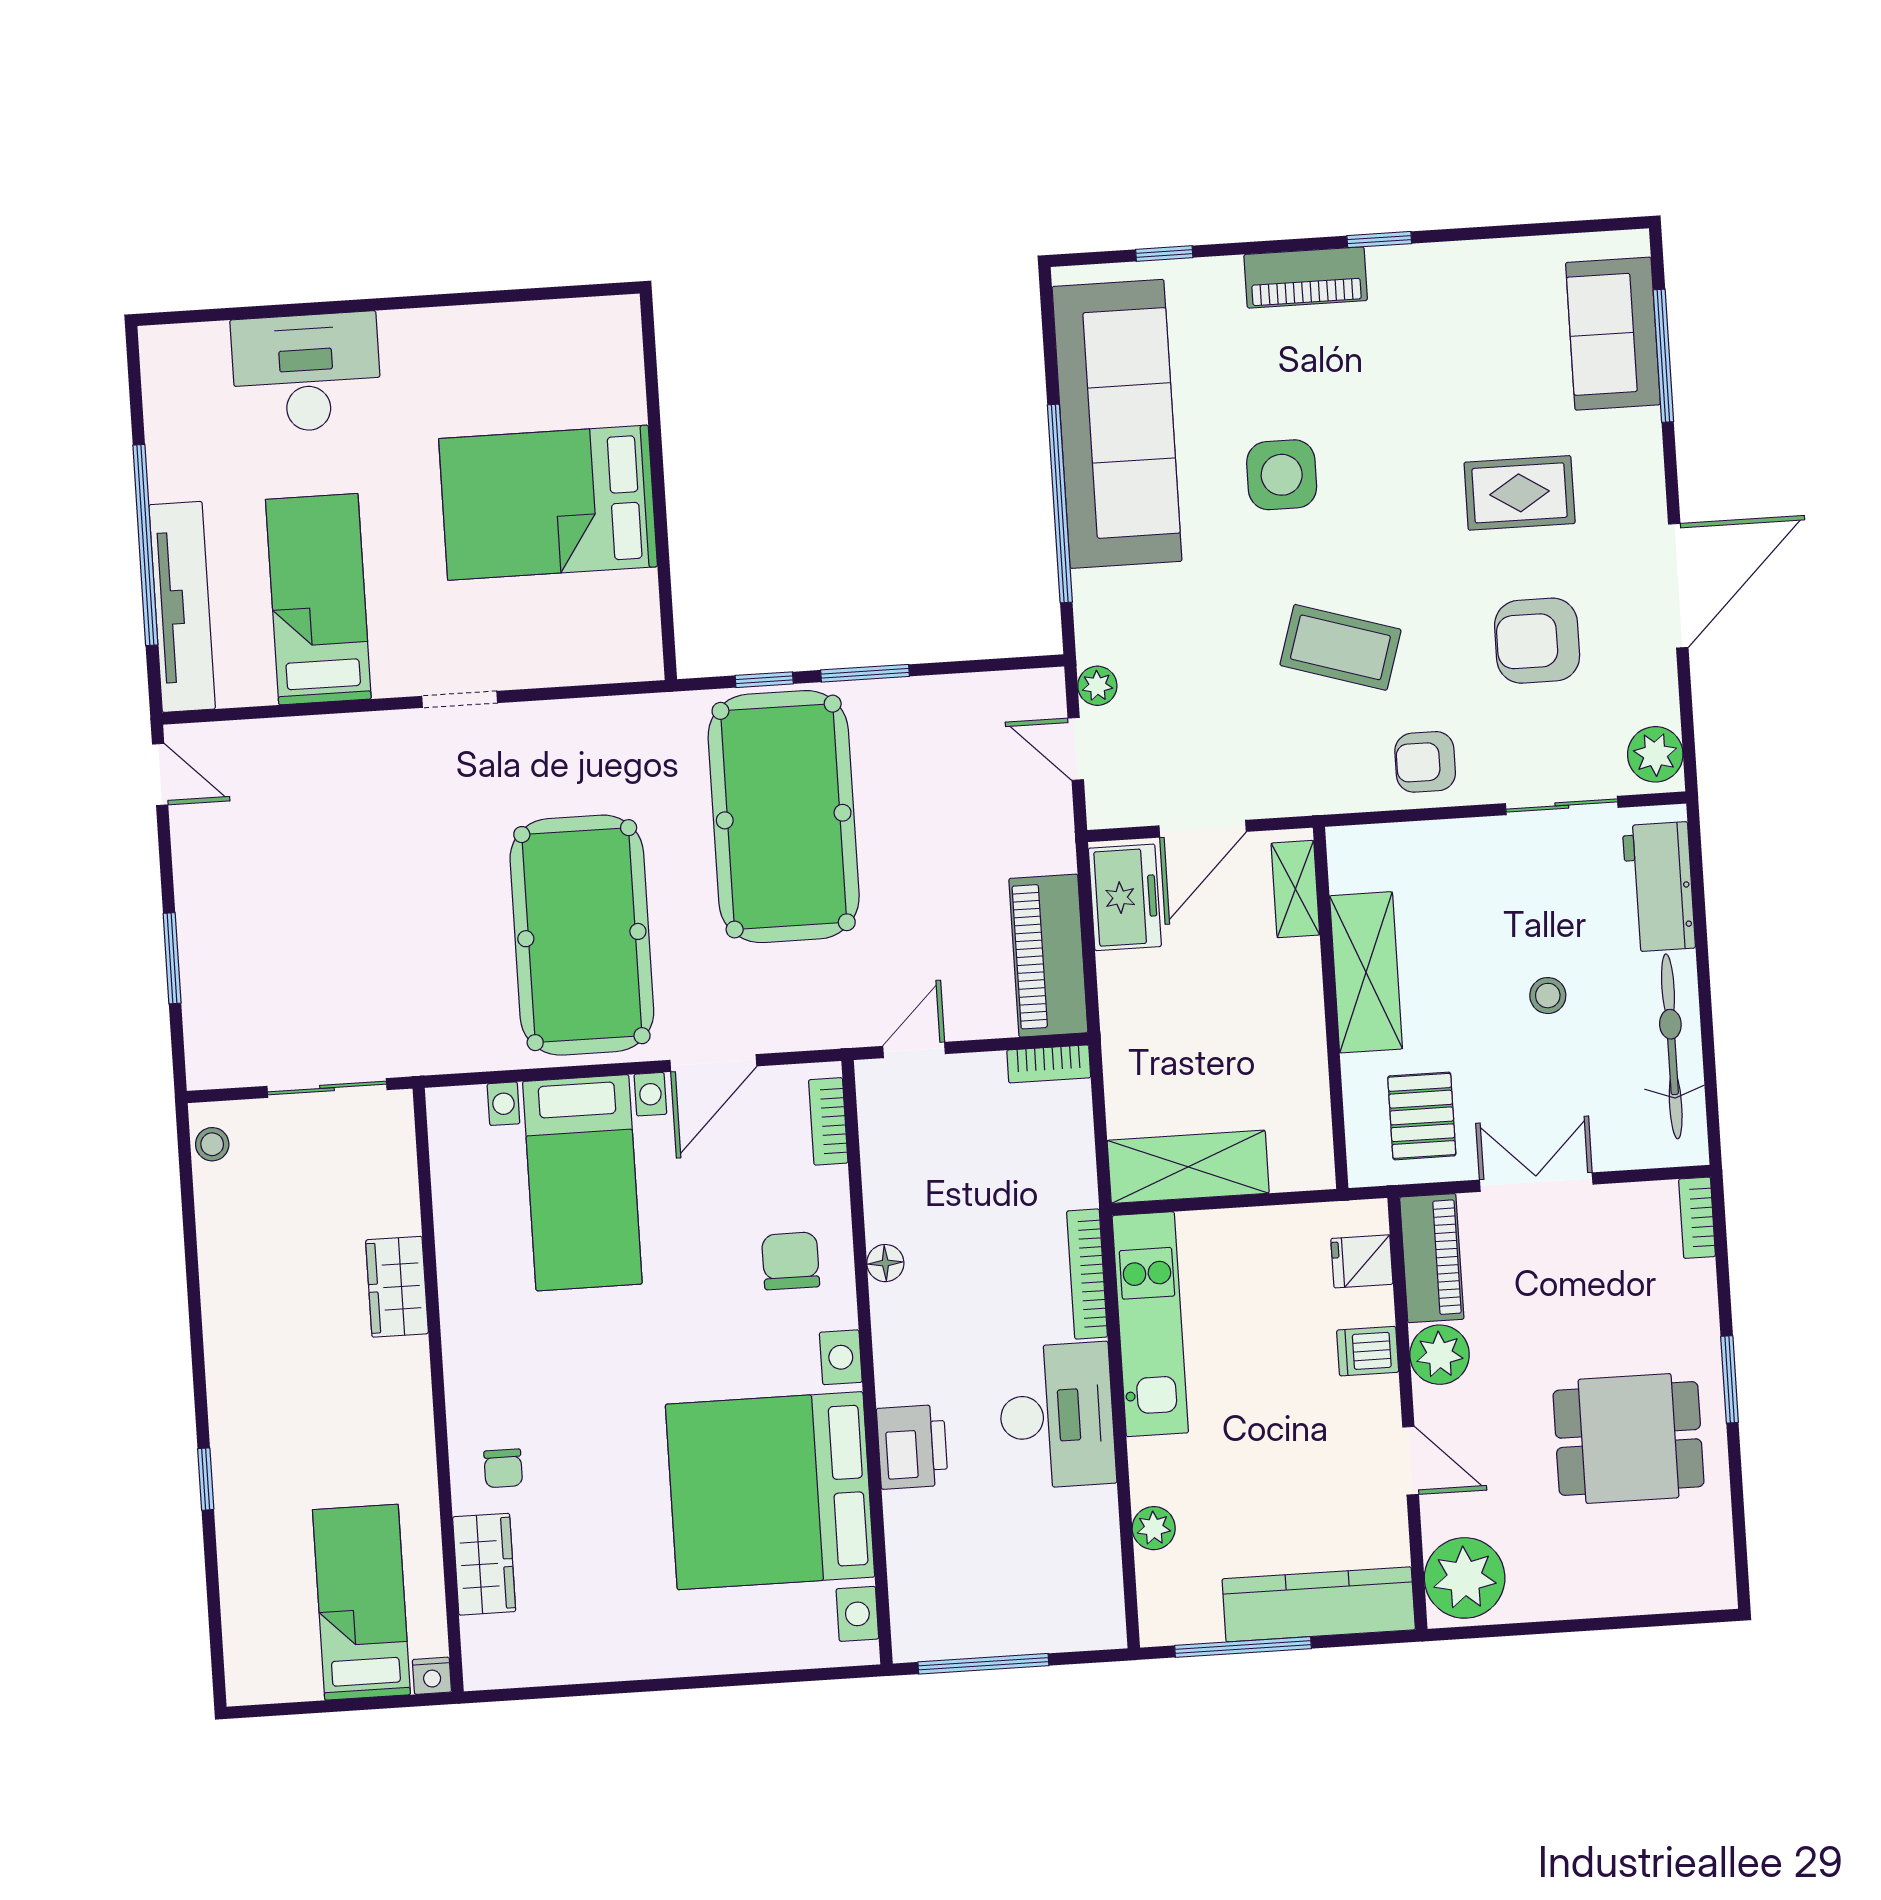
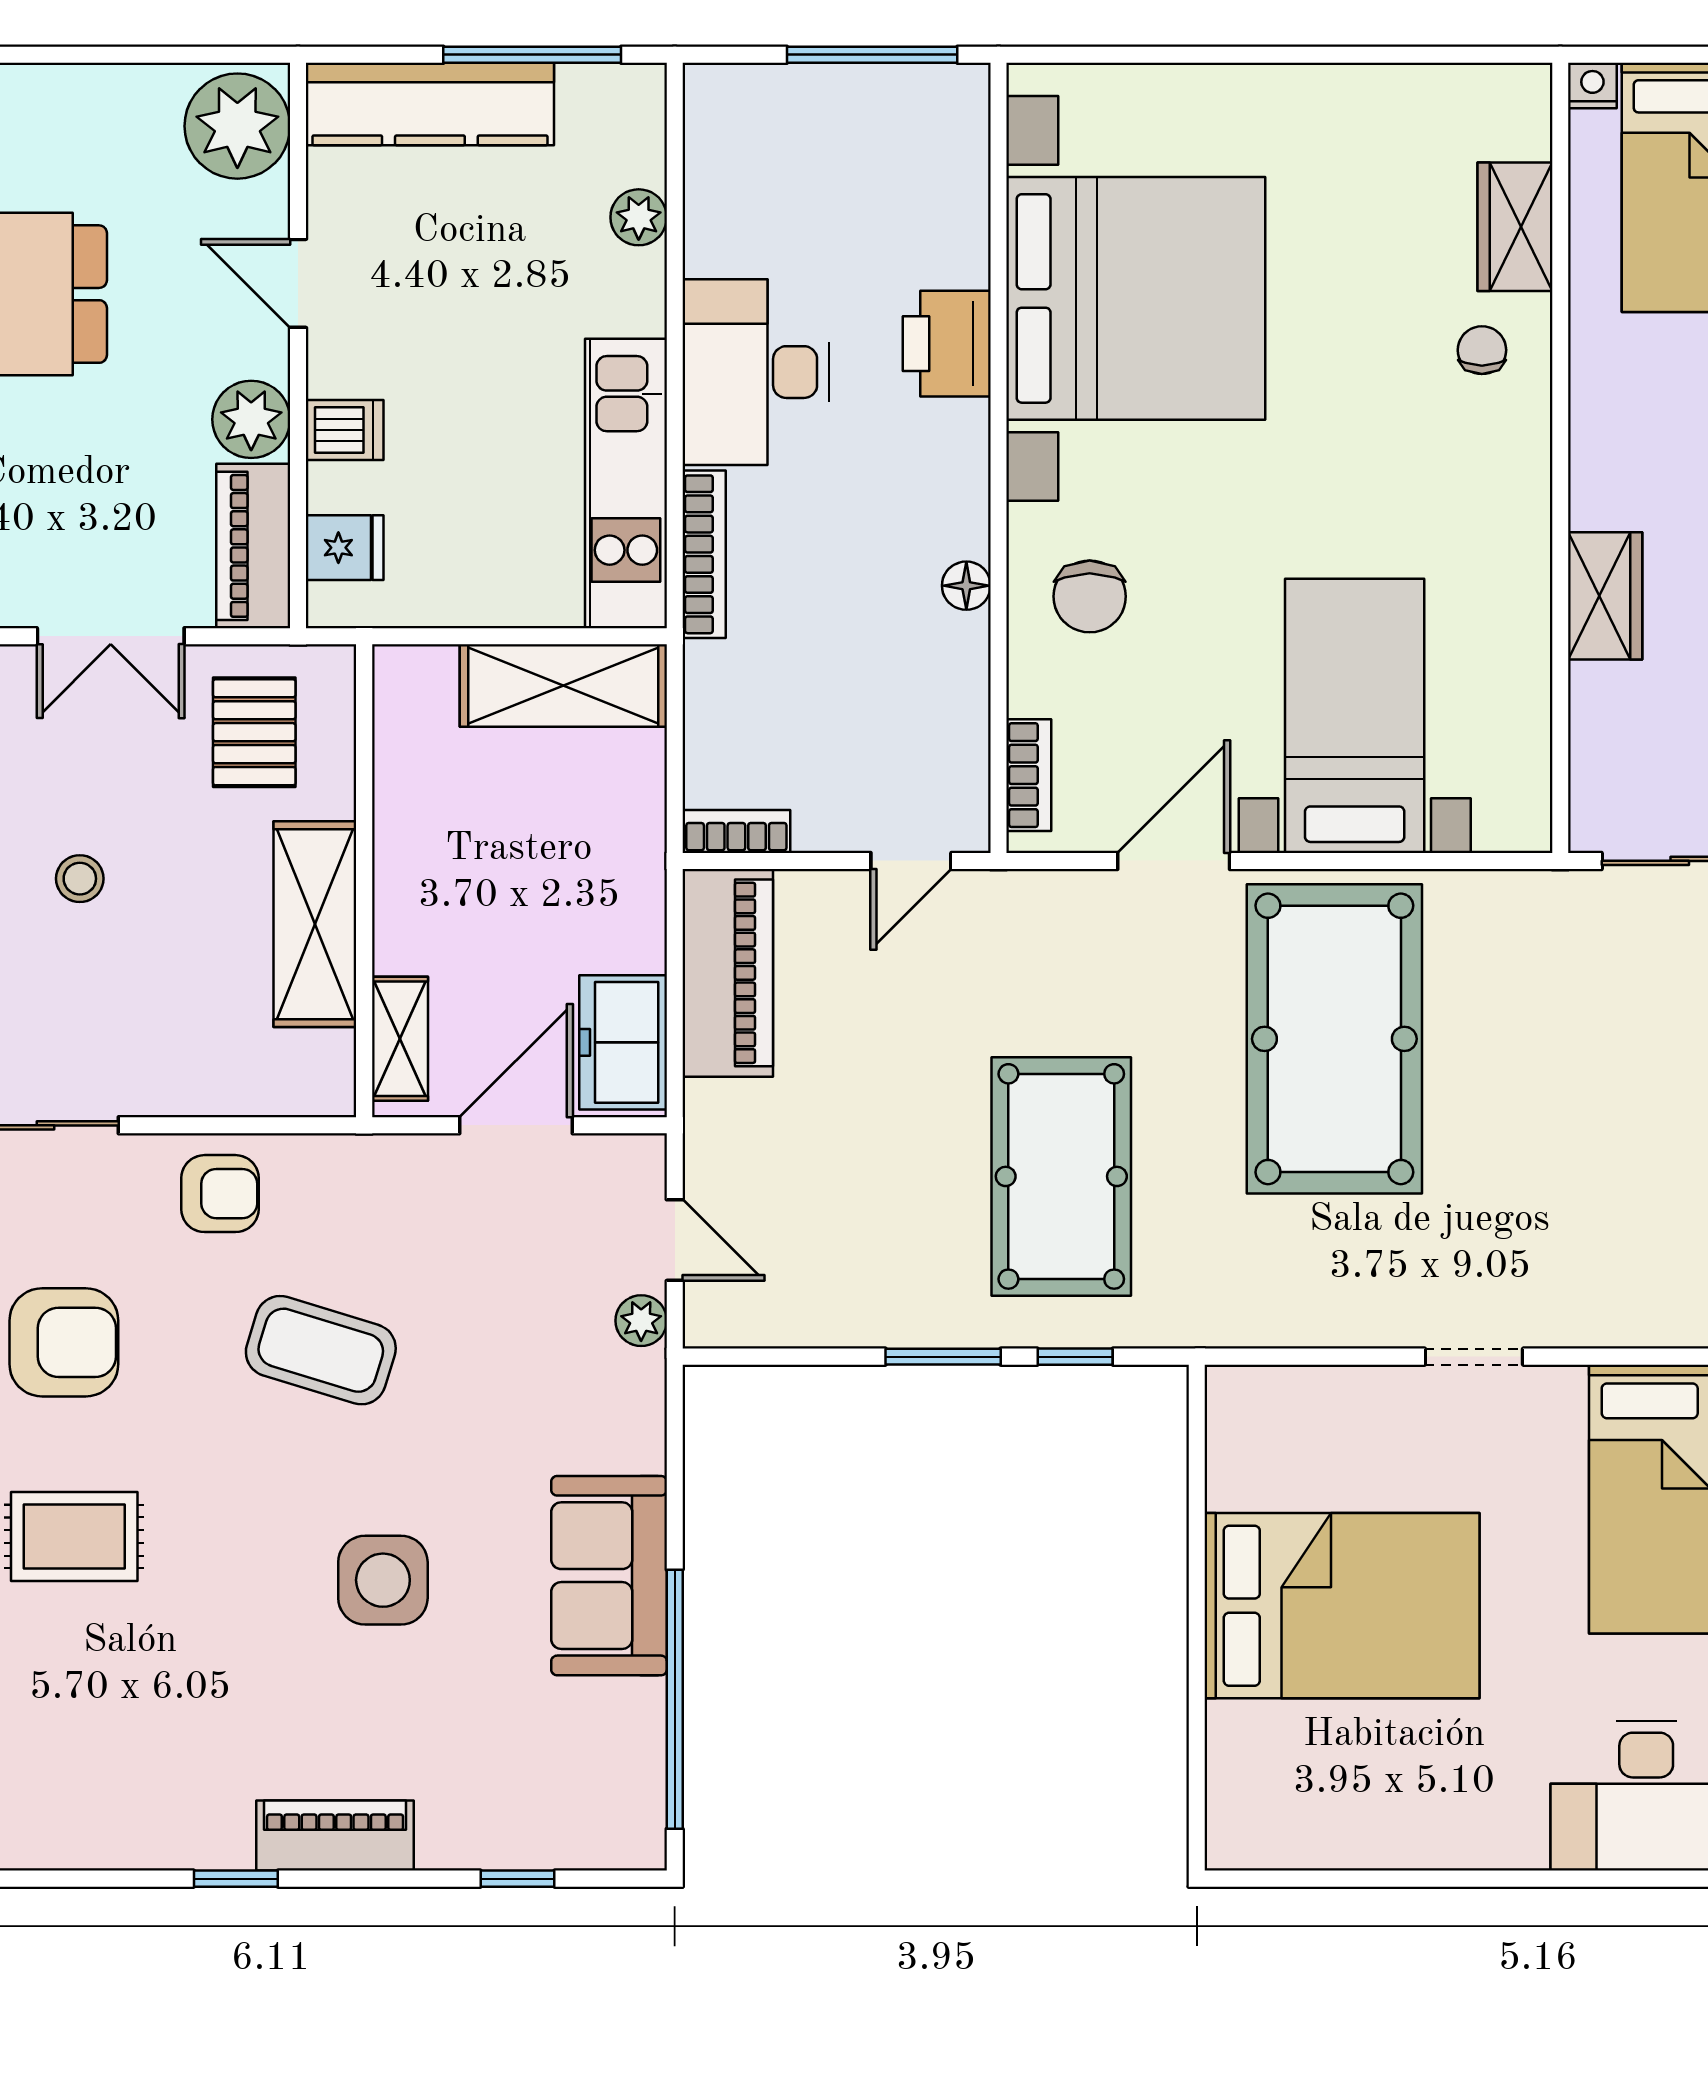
sofa: (1117, 424) -> (609, 1576), width x0.54, depth x0.79
window: (1060, 503) -> (675, 1699), moved
pool table: (784, 817) -> (1061, 1176), width x0.73, depth x0.76

